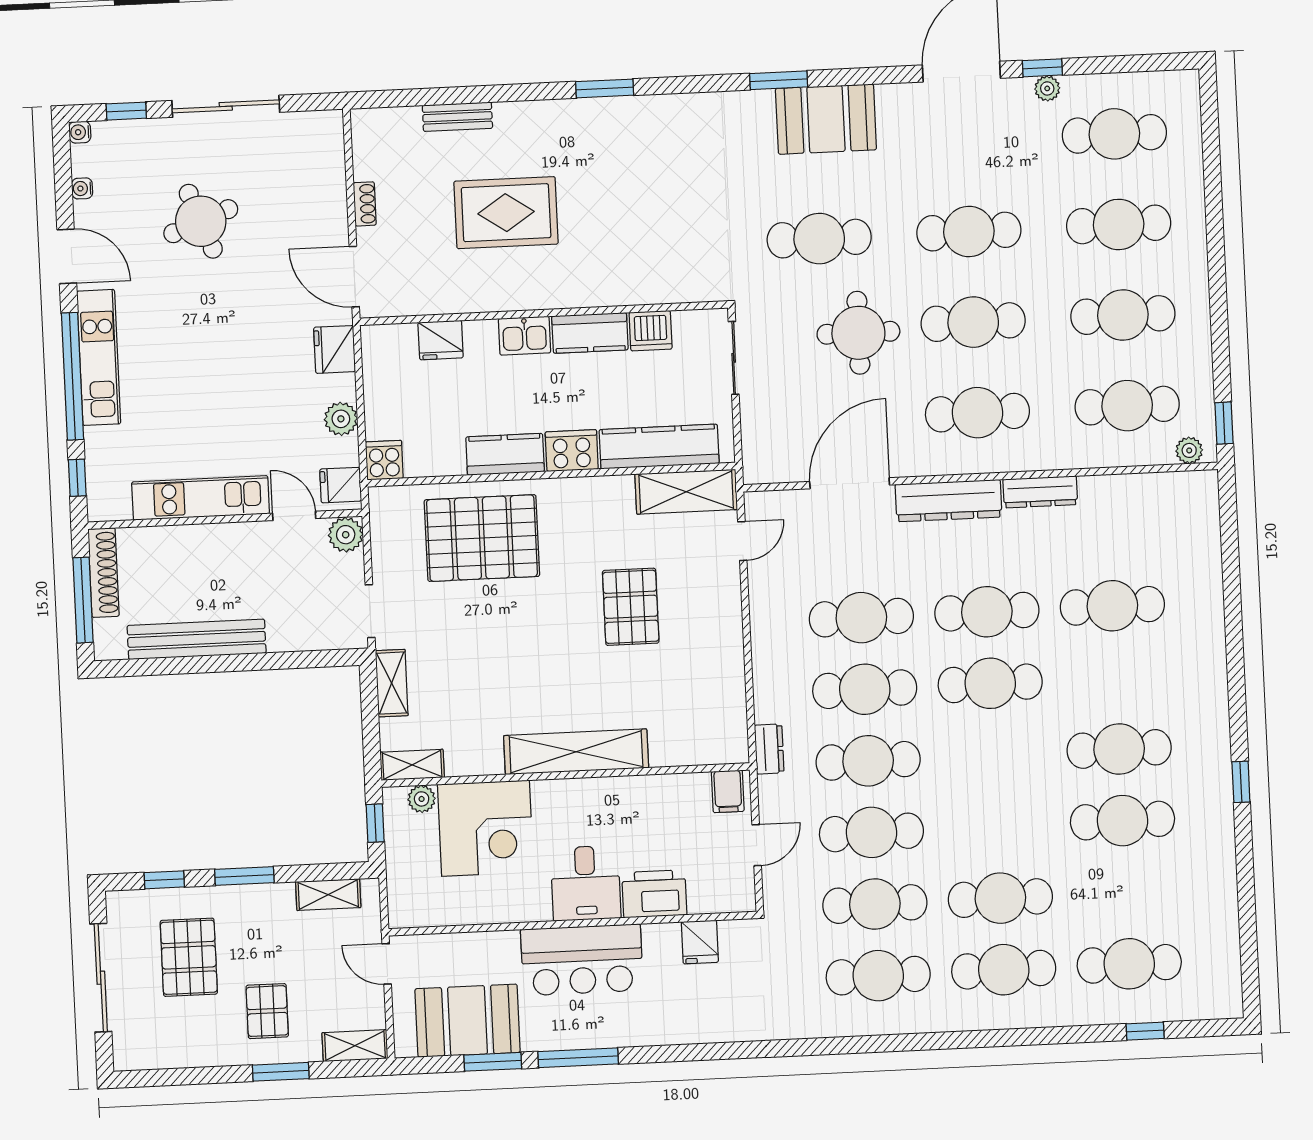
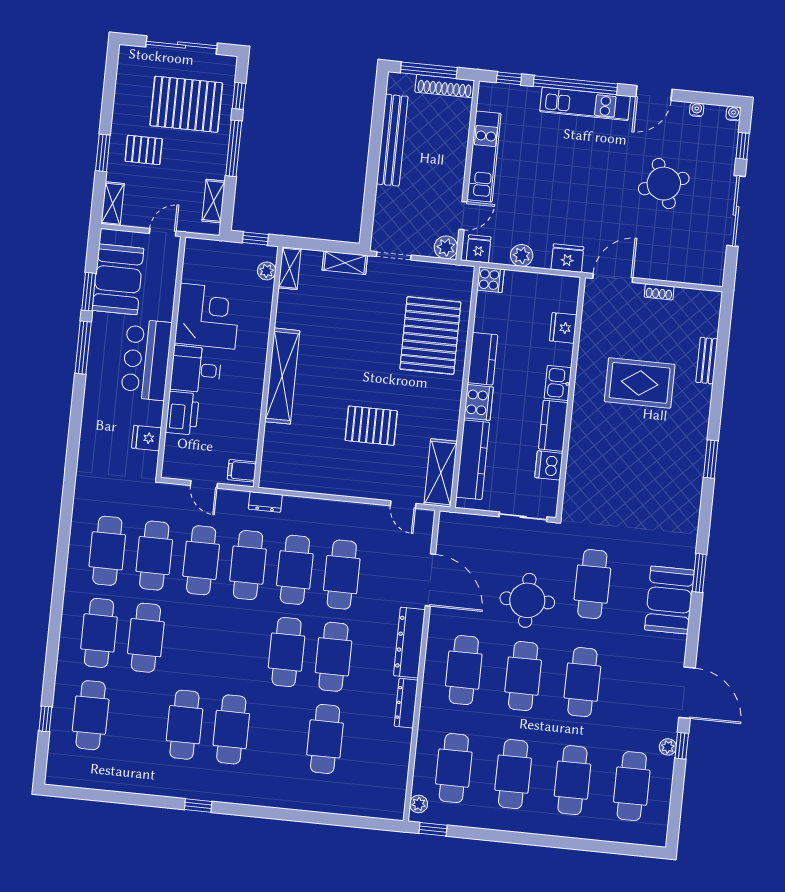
rug: (506, 213) -> (640, 383), turned 90
corner desk: (485, 828) -> (208, 316), moved, turned 180
window: (244, 876) -> (234, 148), width x1.44
pallet: (189, 957) -> (186, 104), width x1.37, depth x1.41

